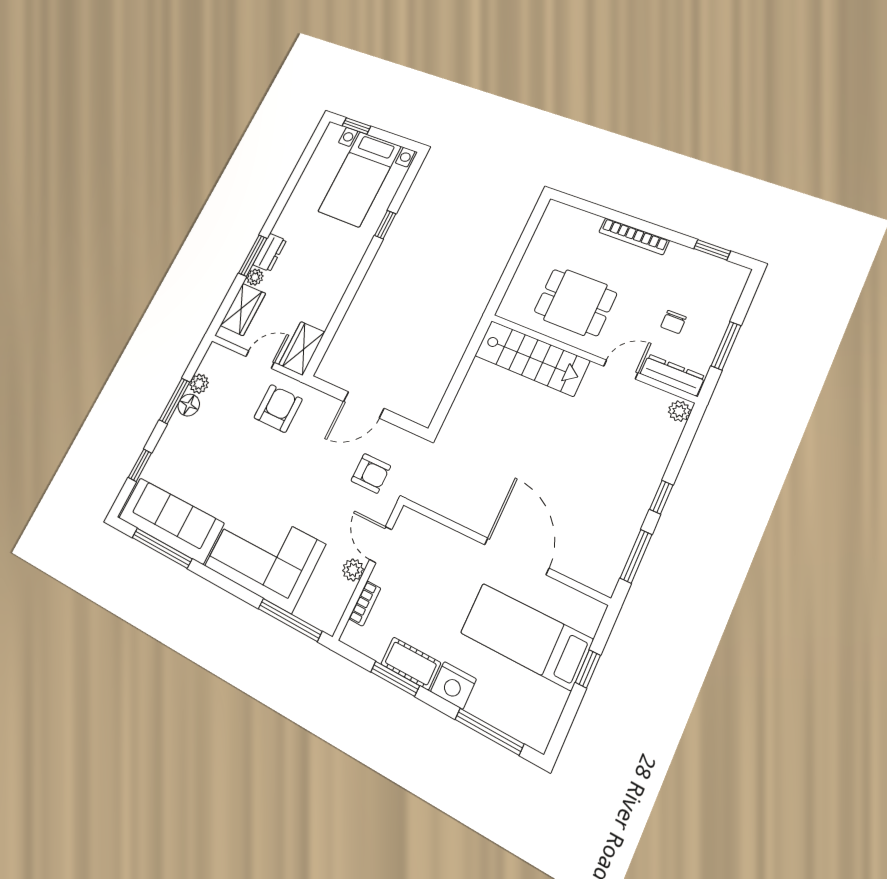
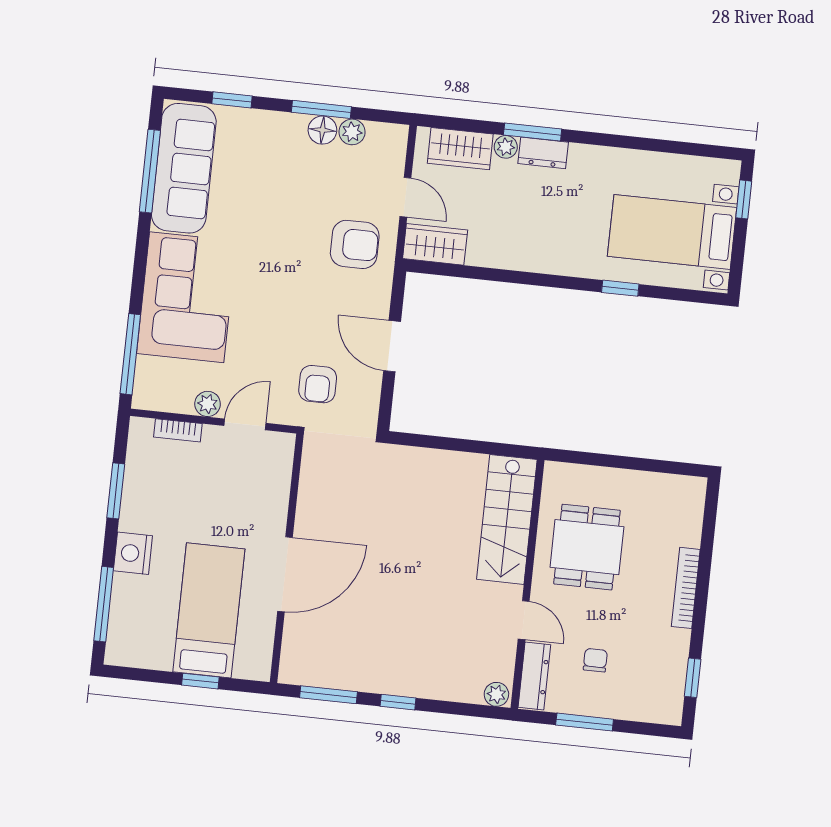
chair: (673, 322) -> (595, 660), turned 90
cot: (411, 663) -> (137, 502), removed

